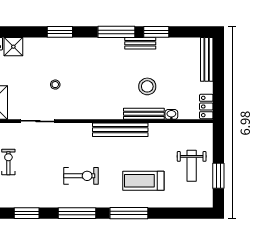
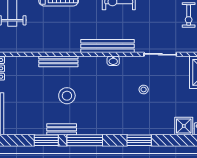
stool: (147, 86) -> (67, 96), moved
washbasin: (171, 114) -> (113, 61), moved
bench: (120, 130) -> (107, 46), moved

